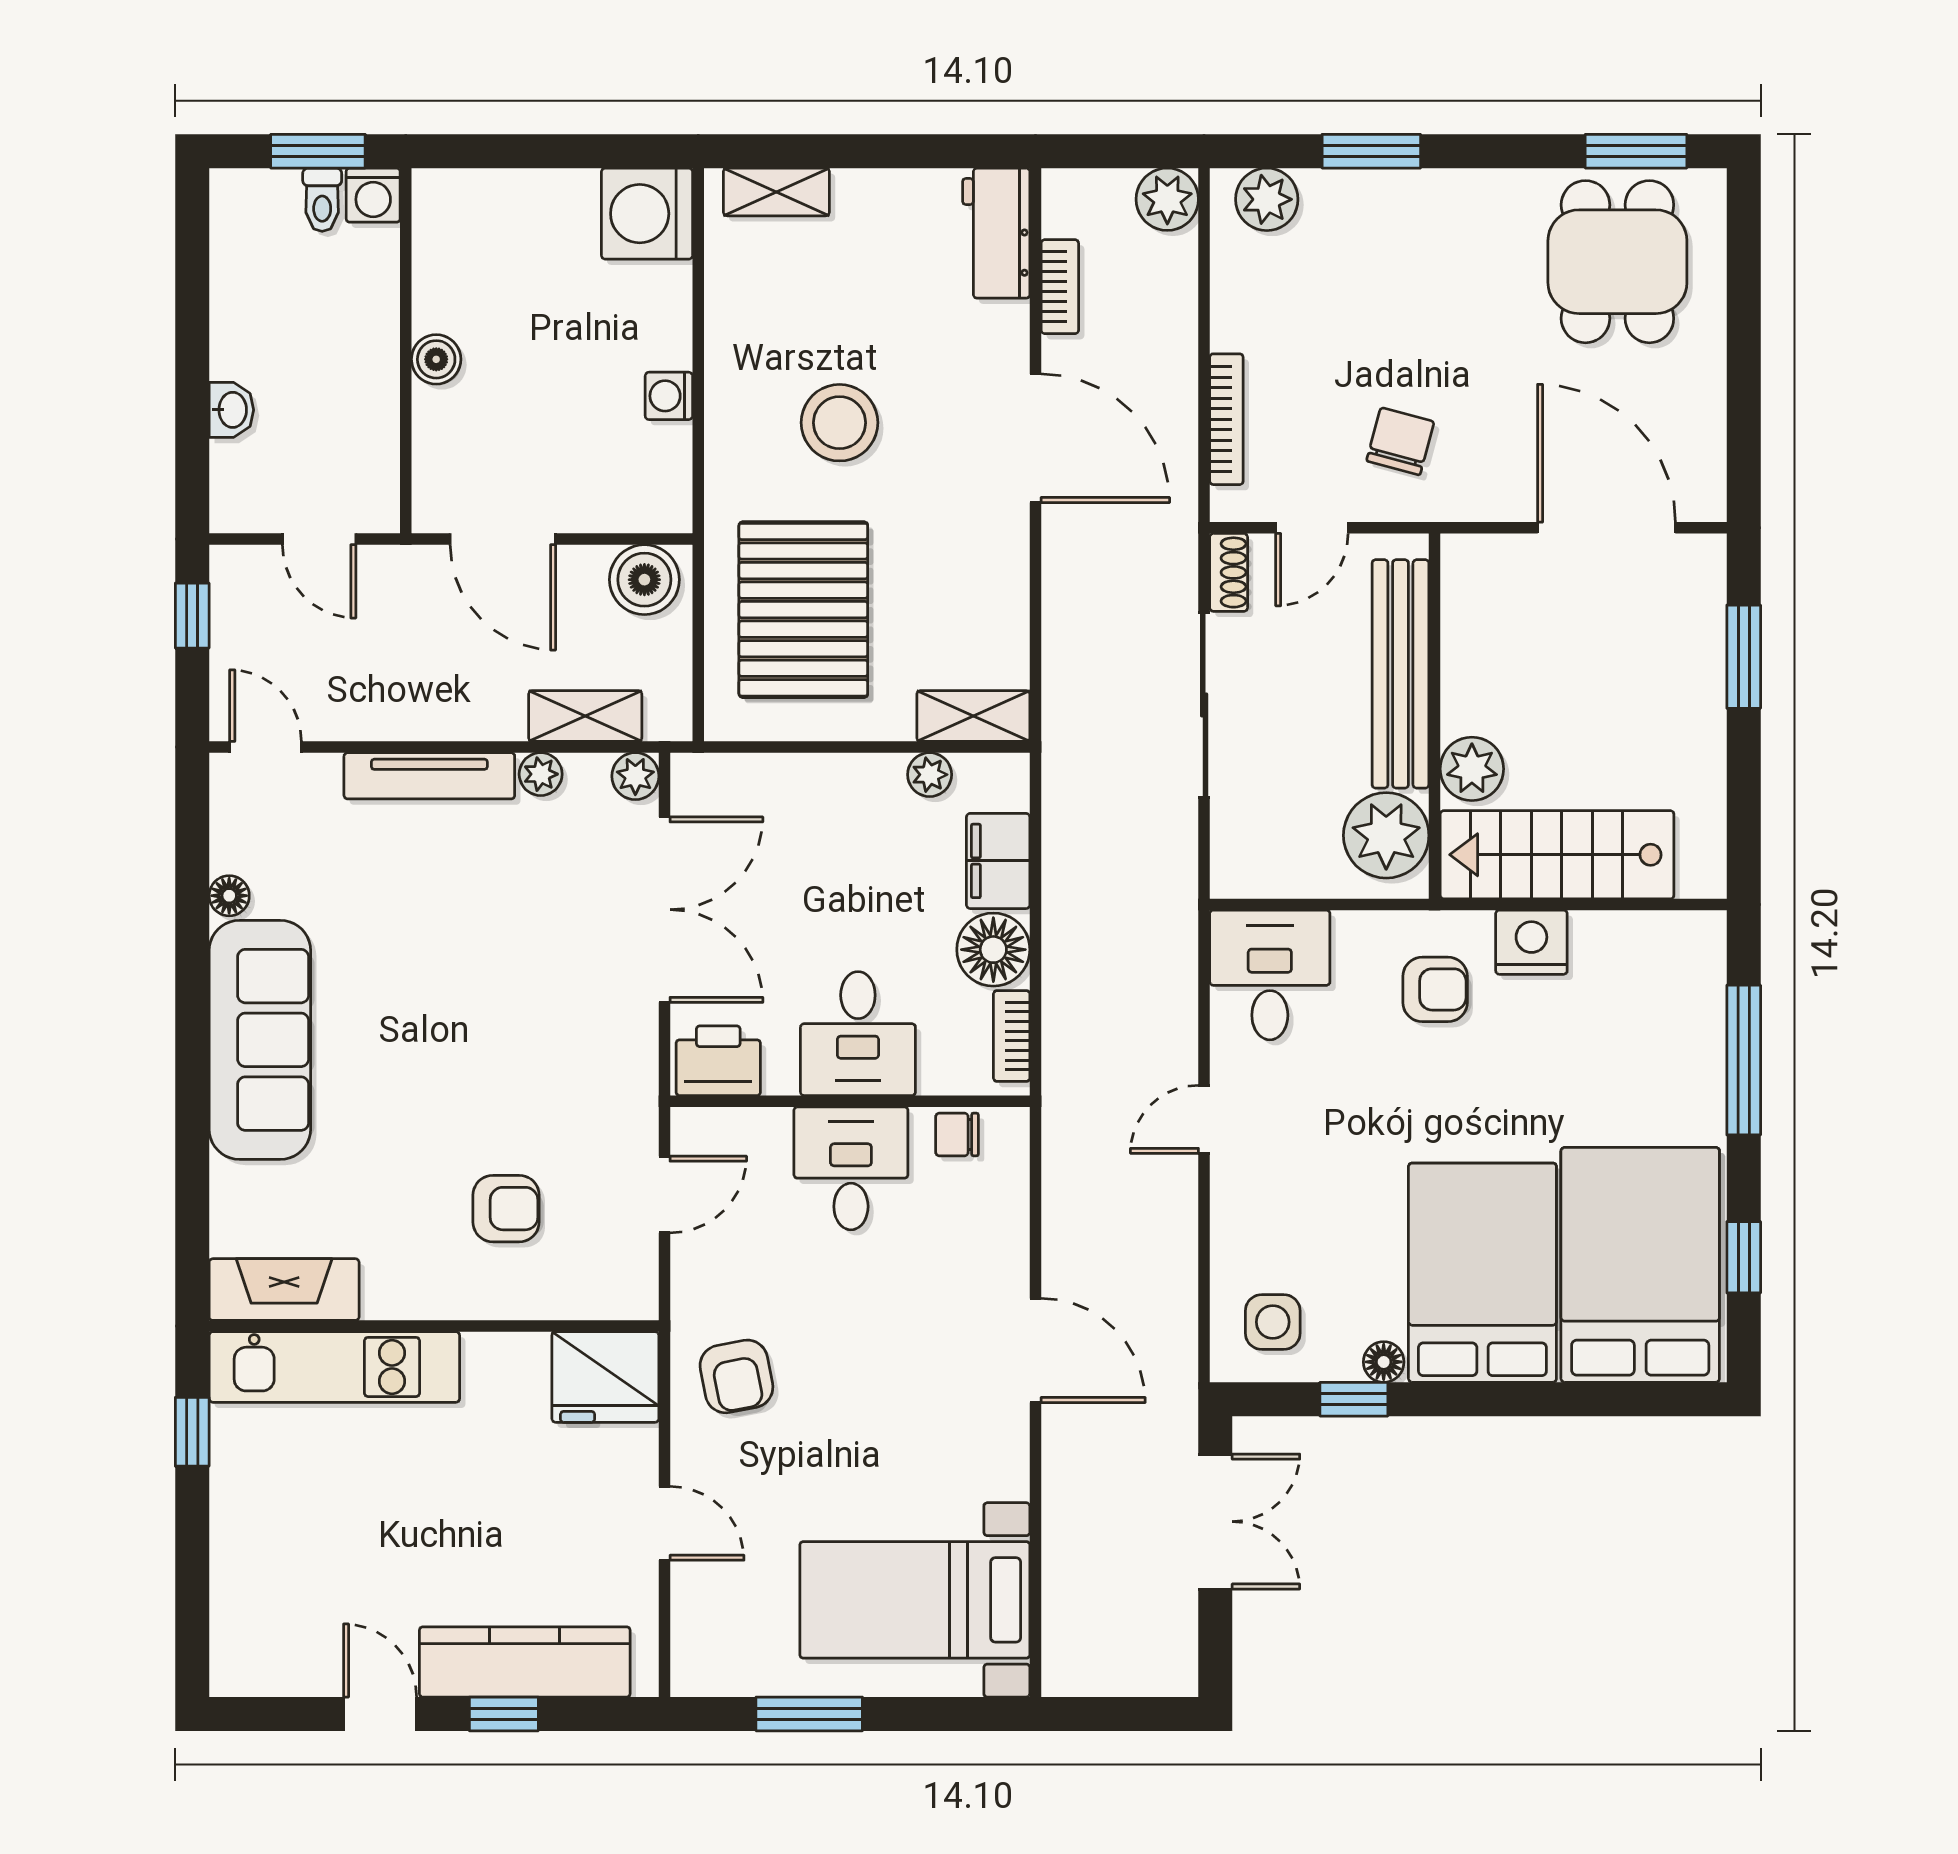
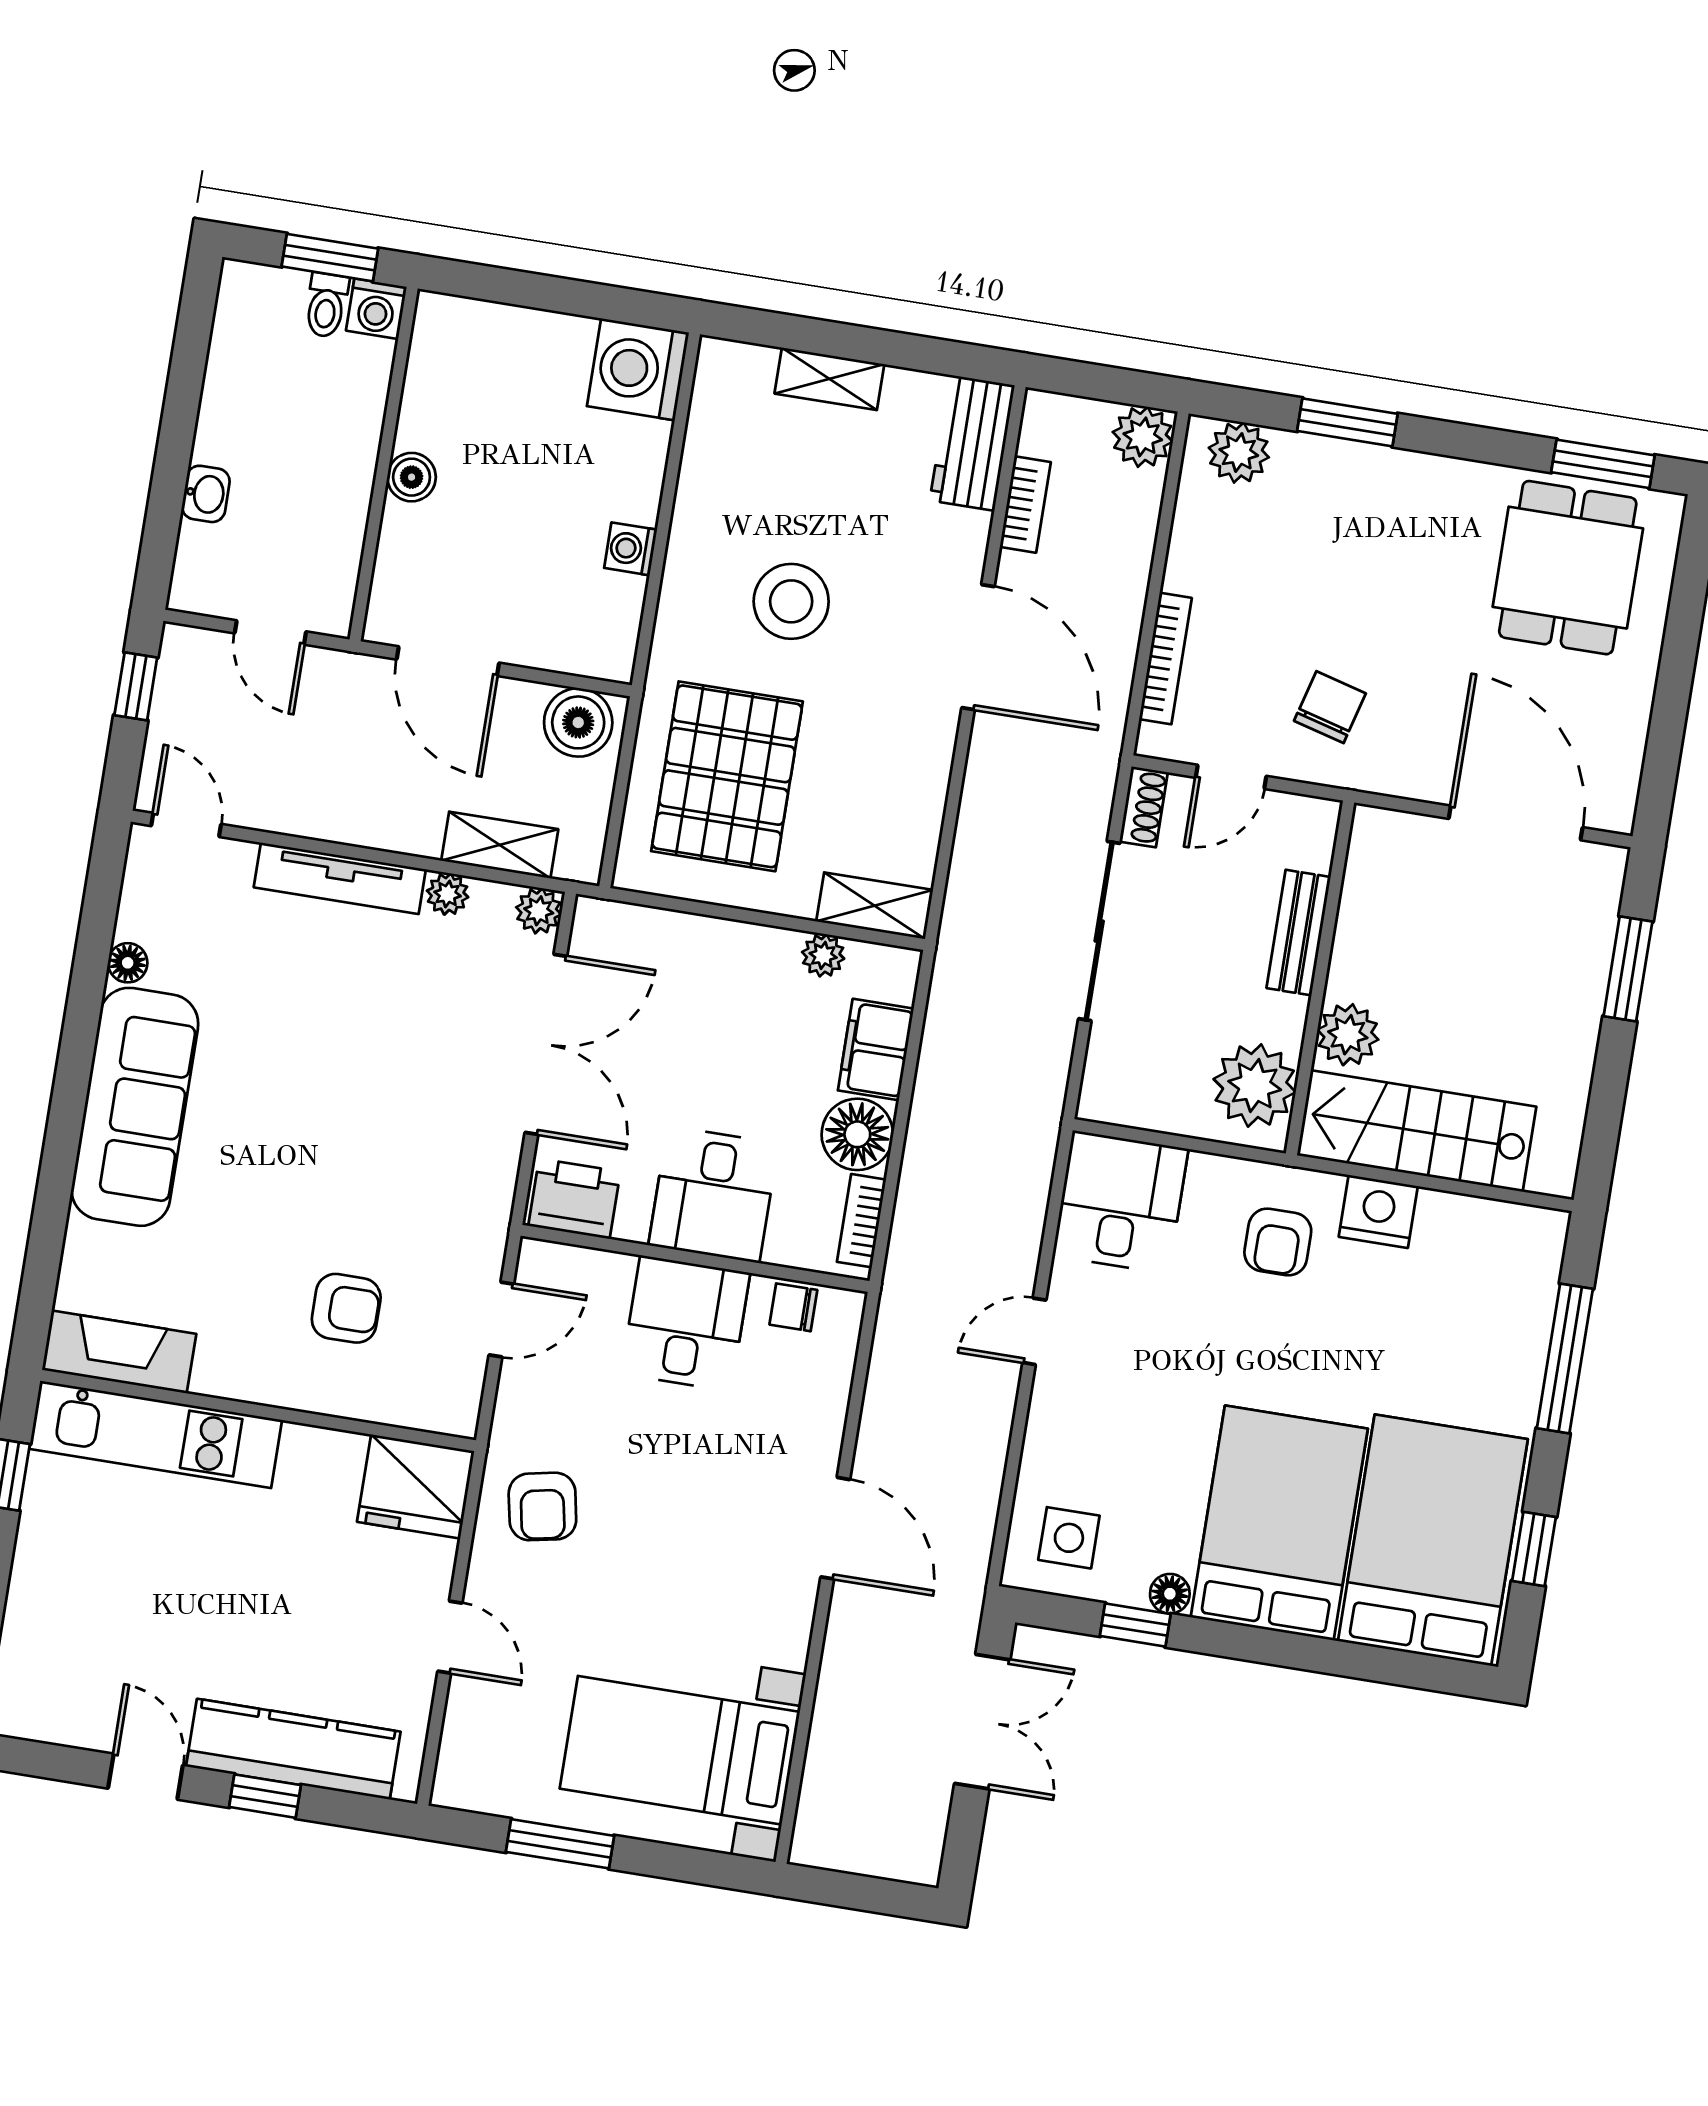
shelving: (776, 192) -> (829, 379), moved
bench: (1400, 674) -> (1299, 933), width x0.54, depth x0.82
armchair: (1435, 989) -> (1278, 1242), turned 90

